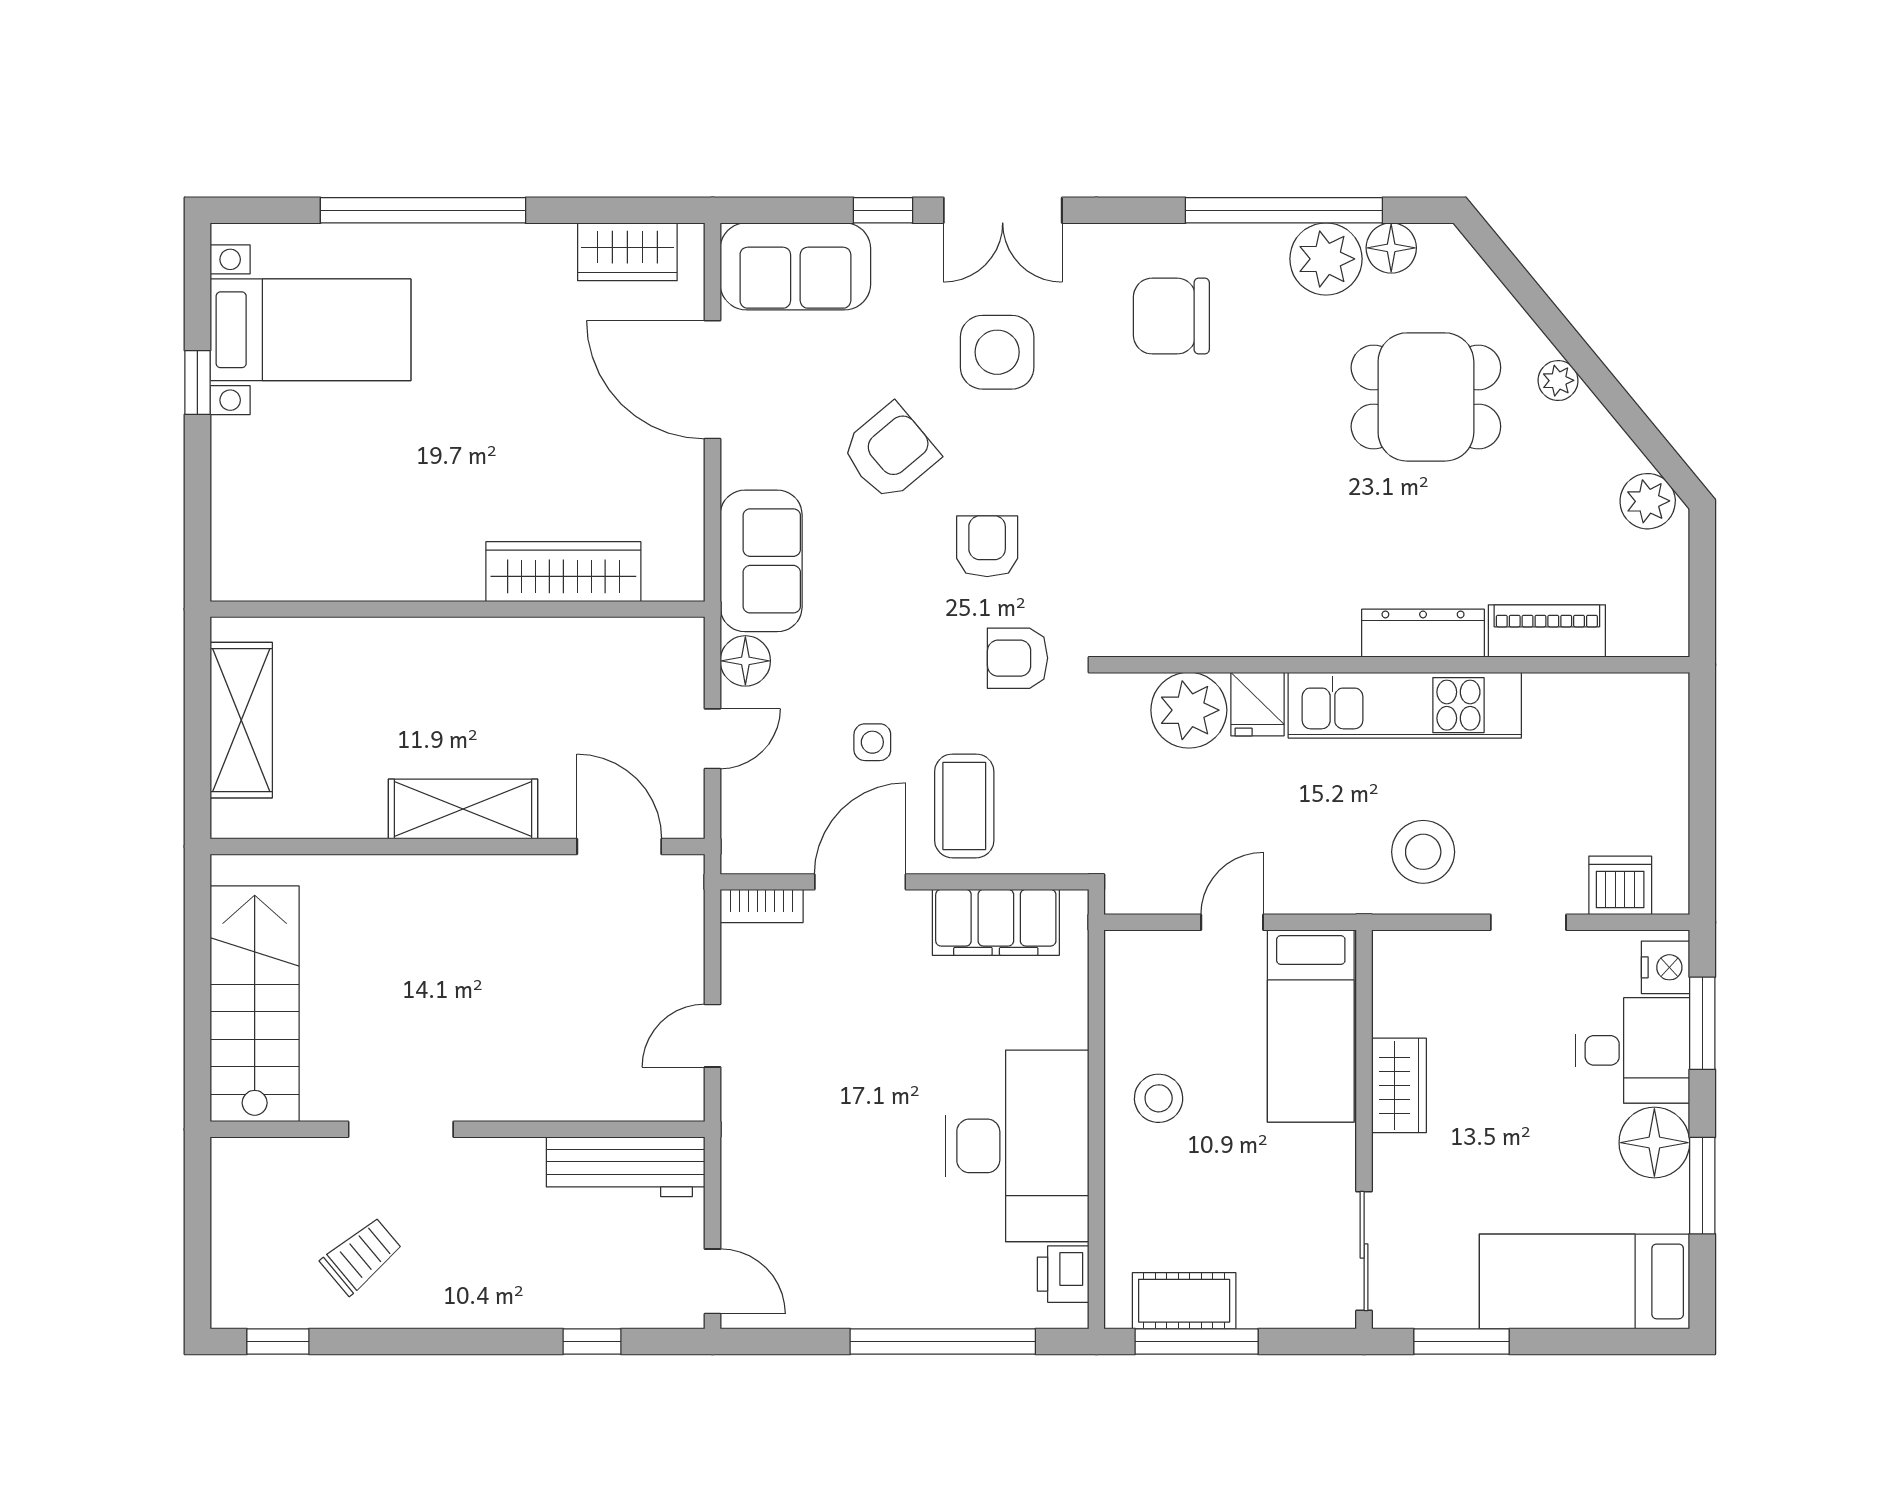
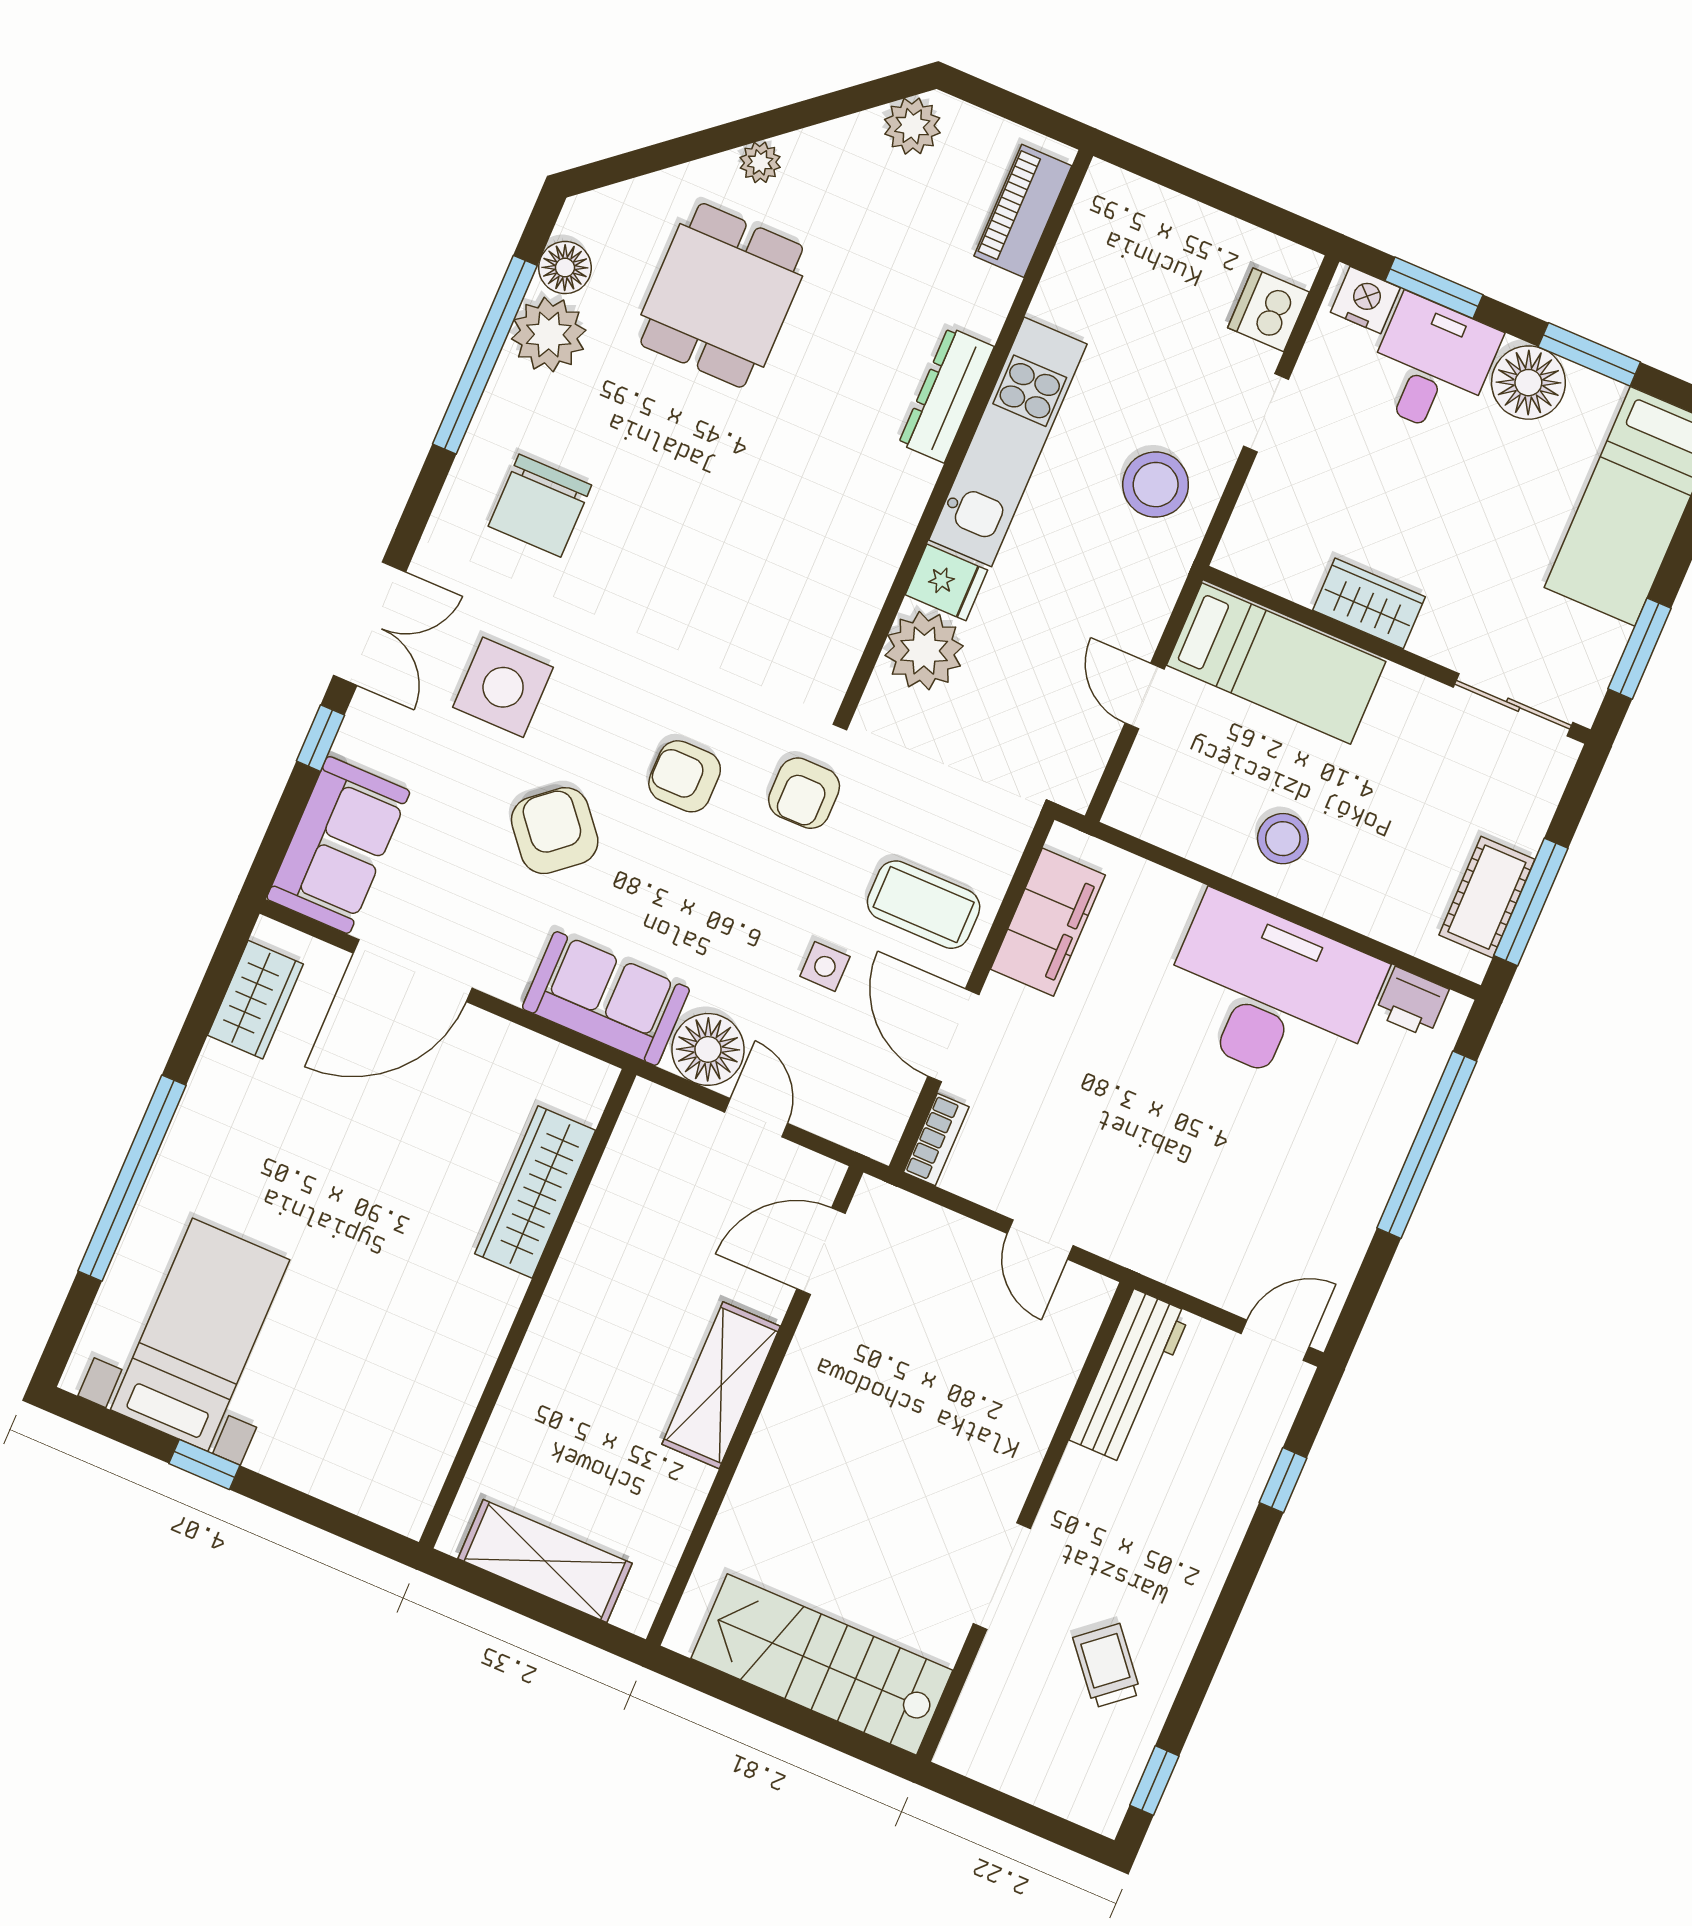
piano: (1547, 631) -> (1023, 211), moved
floor lamp: (745, 661) -> (708, 1049), width x1.38, depth x1.38

